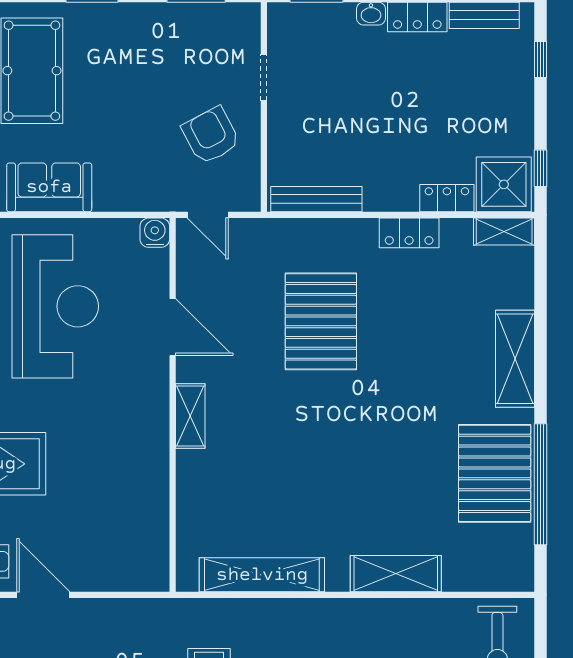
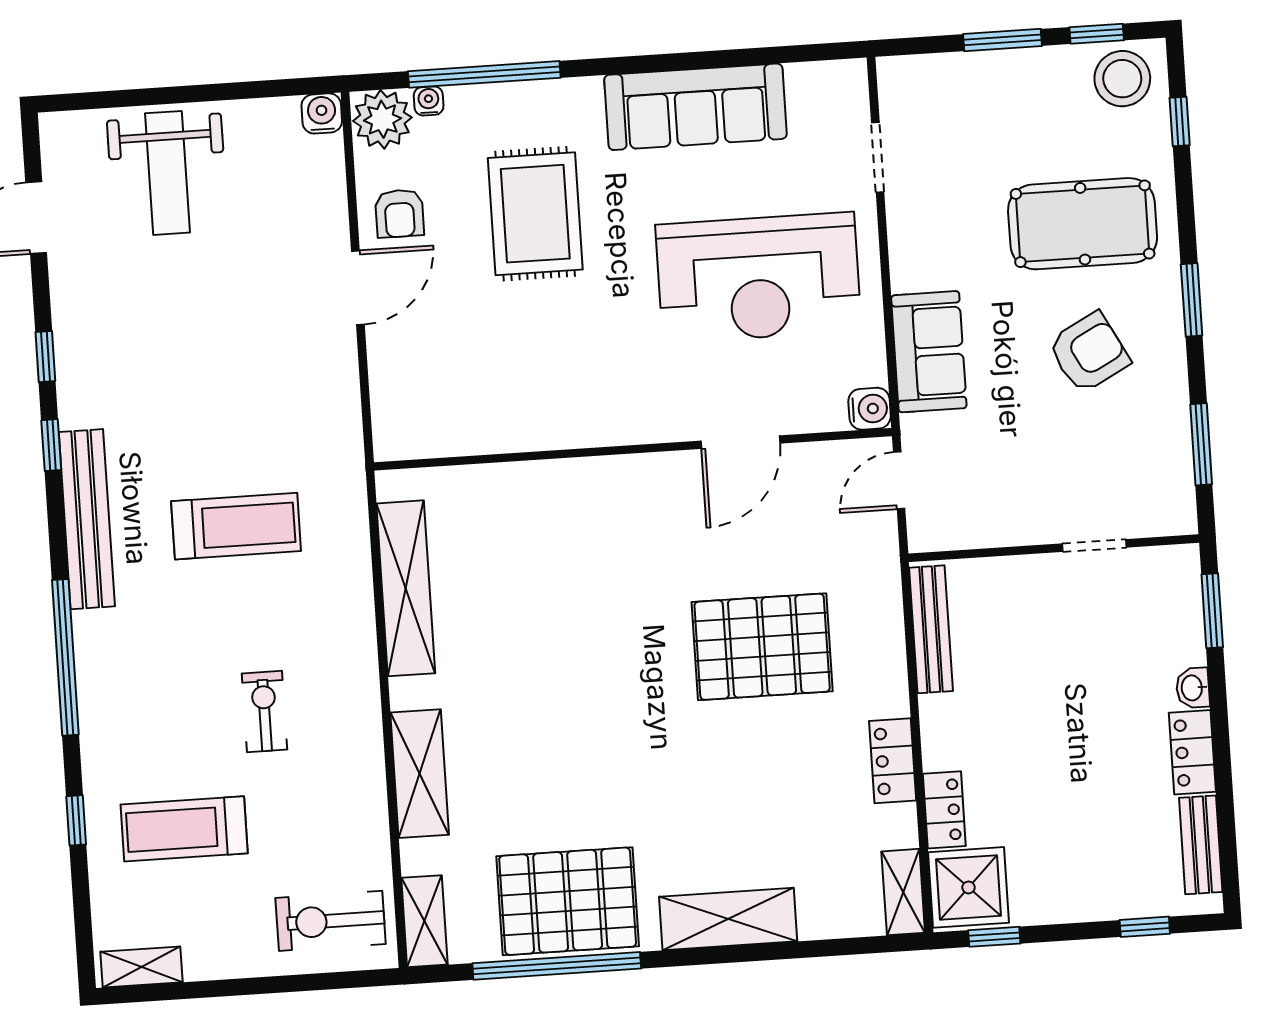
armchair: (211, 135) -> (1089, 353), moved
sofa: (49, 187) -> (929, 352), moved
shelving: (190, 416) -> (424, 921), moved, turned 90

